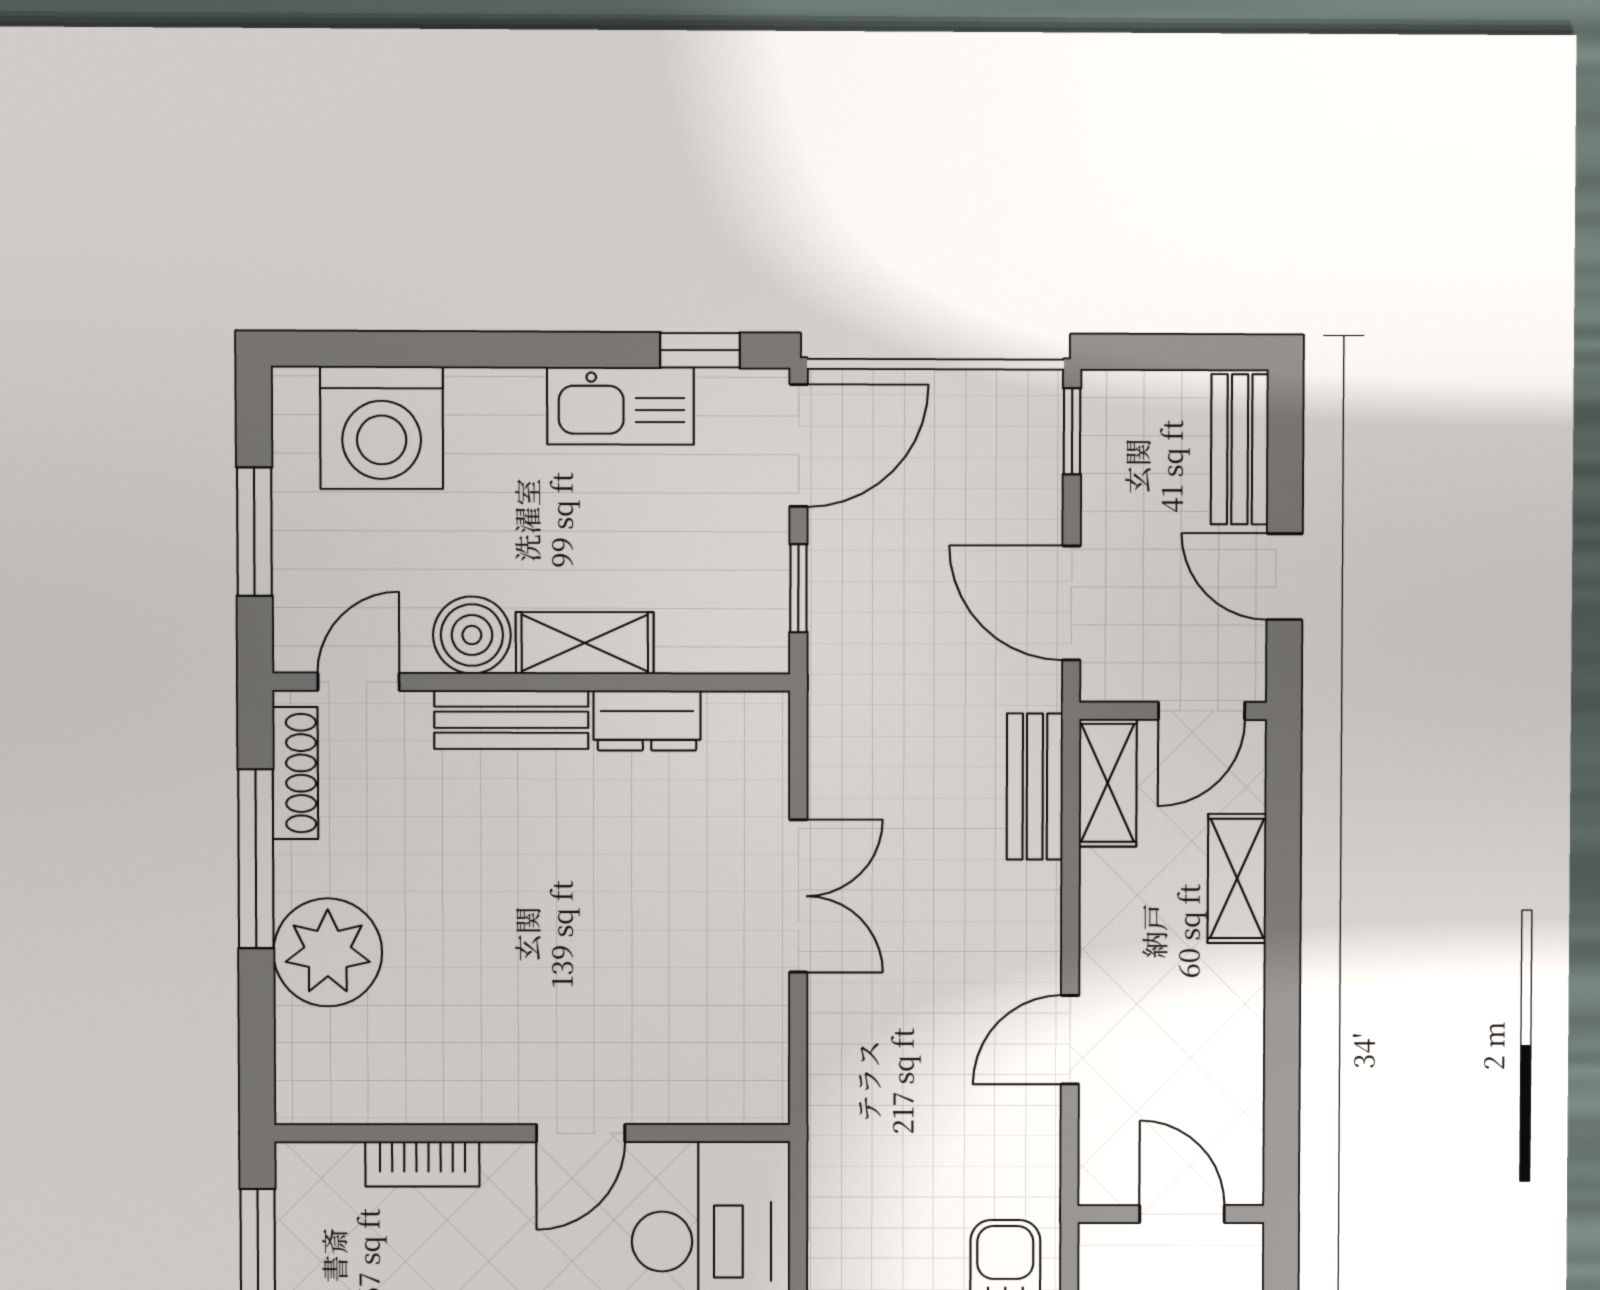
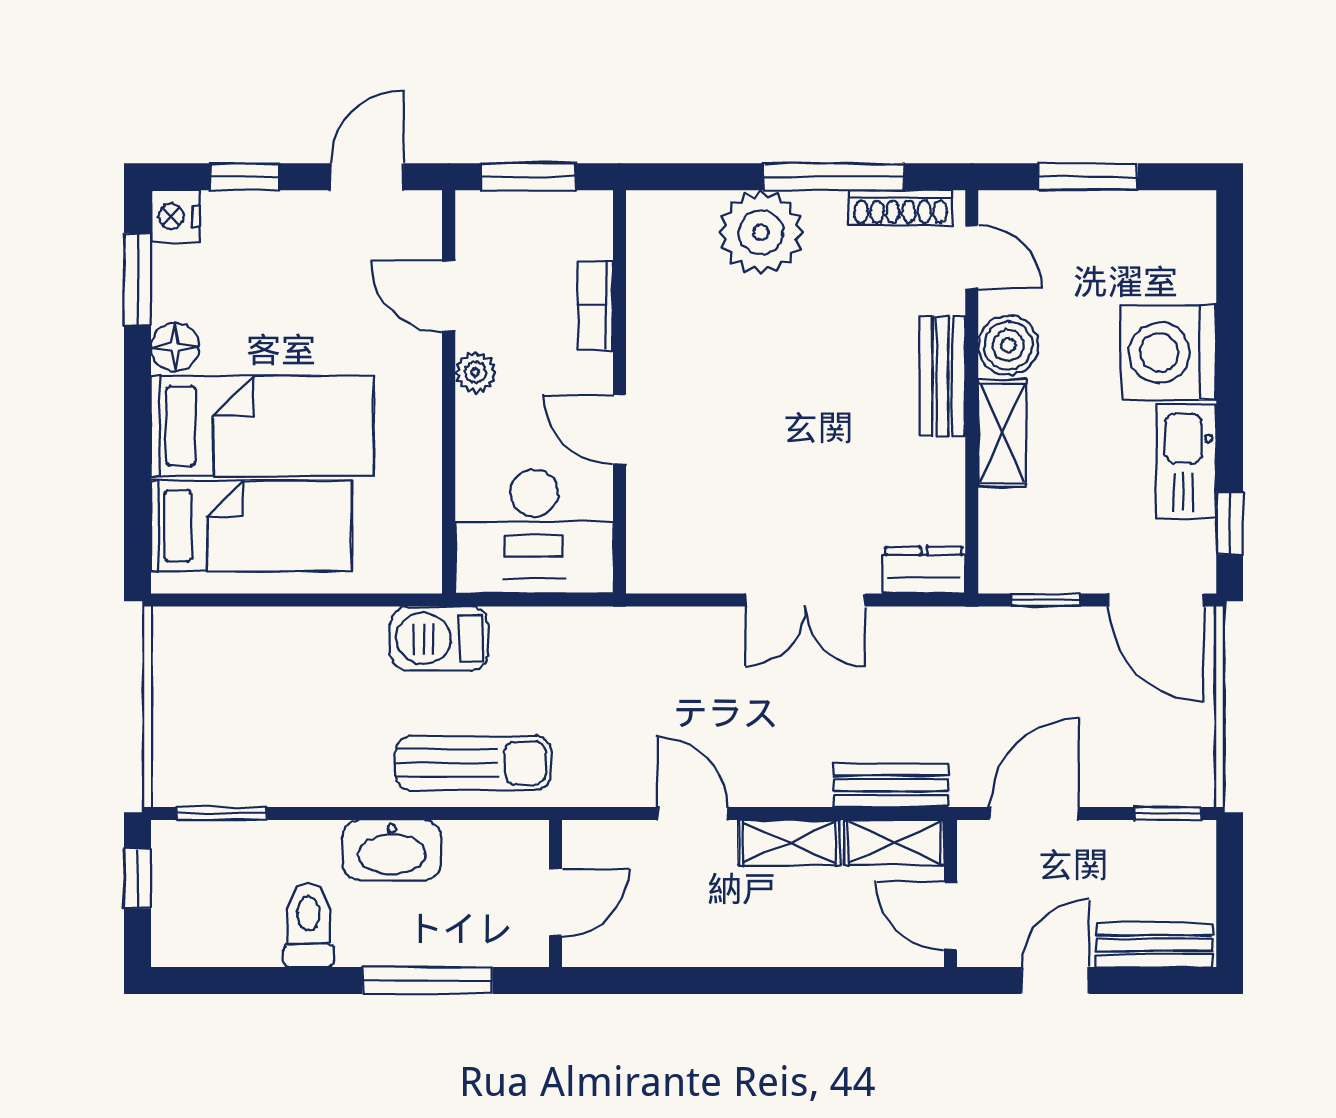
washing machine: (382, 428) -> (1169, 353), moved
dresser: (647, 721) -> (924, 570), moved, turned 90
shelving: (1237, 878) -> (789, 843), moved

